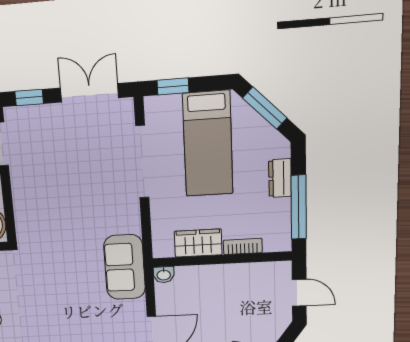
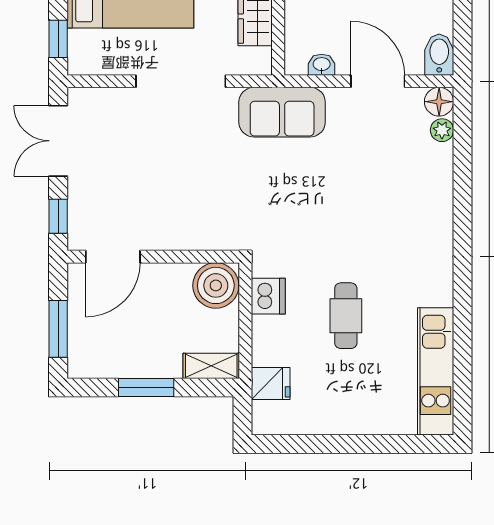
doorway: (142, 162) -> (181, 81), moved
washbasin: (164, 275) -> (322, 65), moved, turned -90

